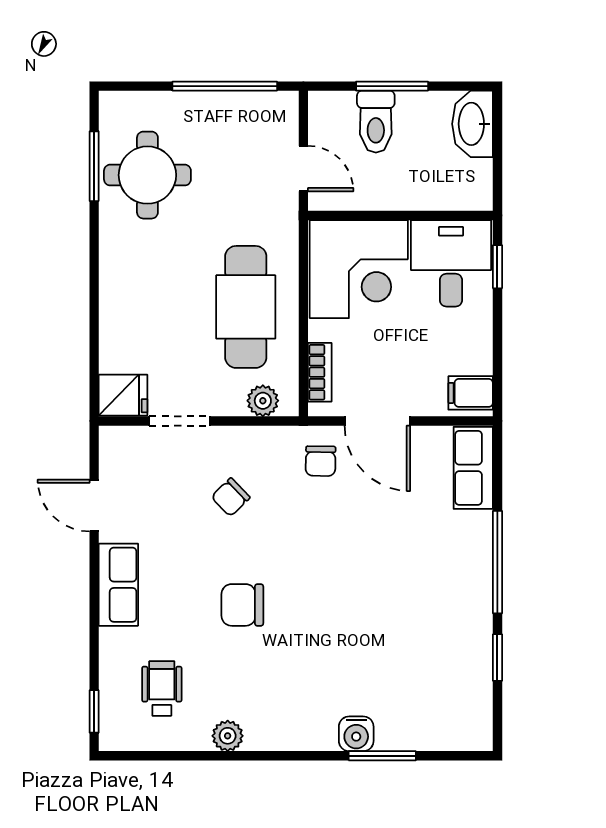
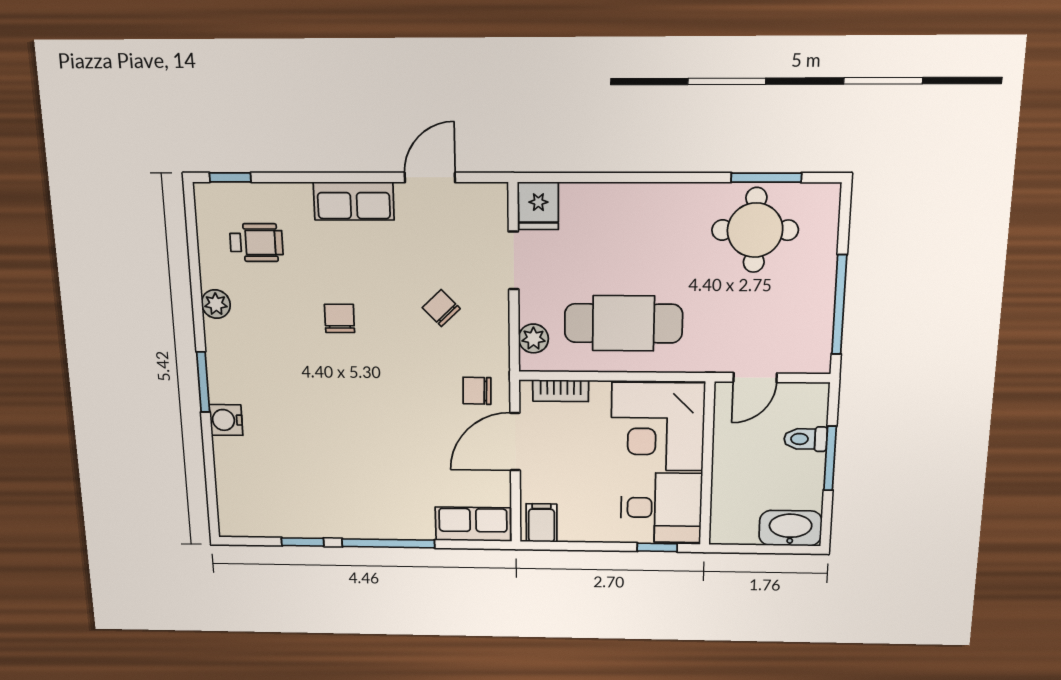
toilet: (376, 122) -> (805, 439), width x0.73, depth x0.72
chair: (242, 605) -> (340, 318), width x0.73, depth x0.73
window: (382, 756) -> (203, 382), moved

